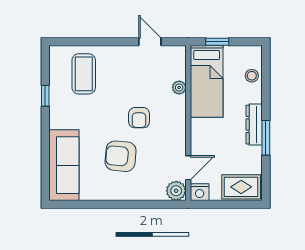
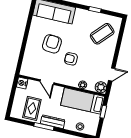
coffee table: (84, 74) -> (102, 34), turned -47
door: (188, 168) -> (47, 82), moved
rug: (241, 187) -> (32, 108), moved
plant: (176, 191) -> (101, 87), moved

